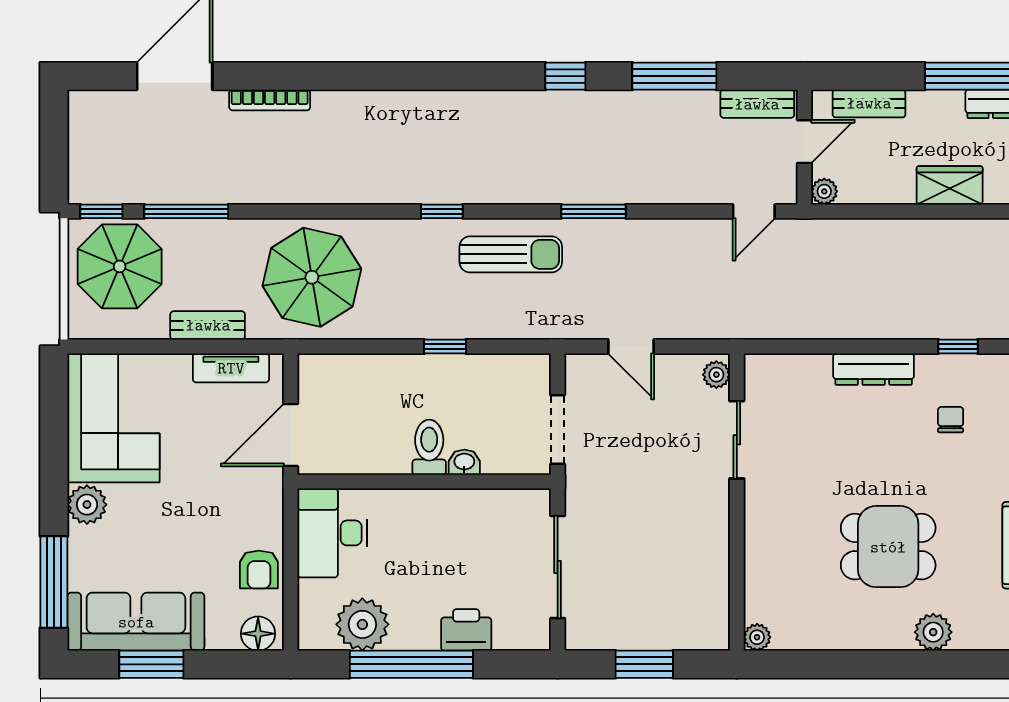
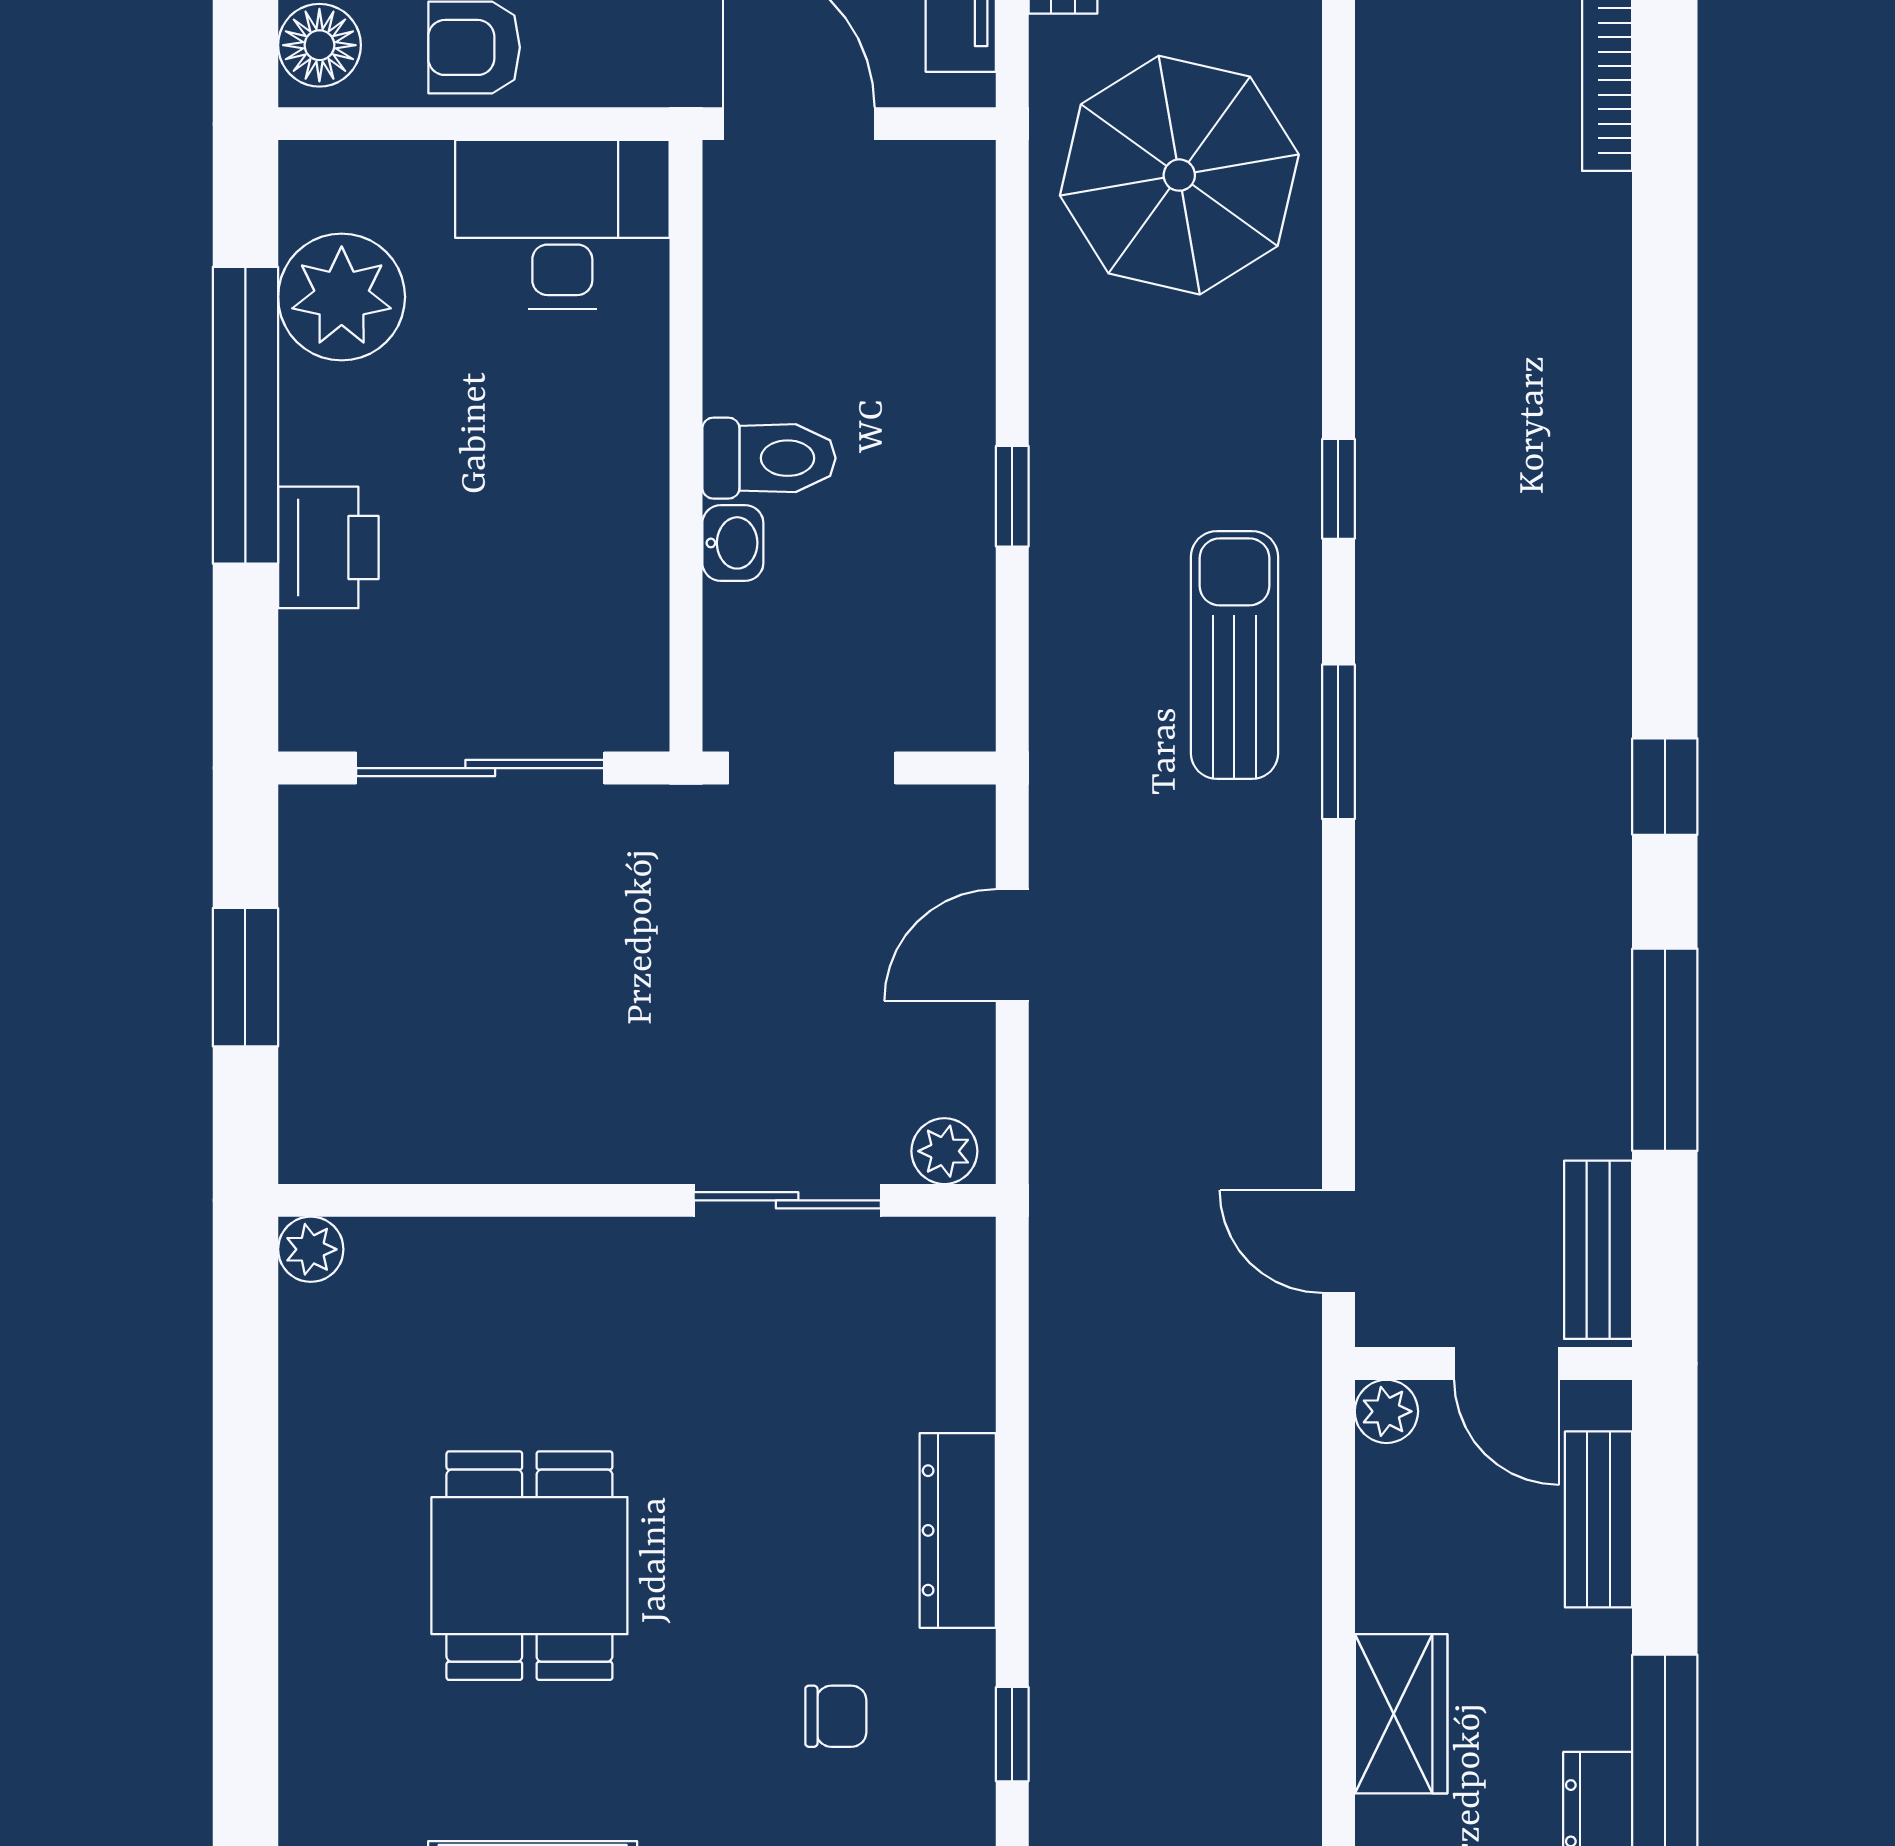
window: (593, 211) -> (1338, 742), moved
sun lounger: (511, 254) -> (1234, 655), turned 180
plant: (933, 632) -> (323, 1674), removed

